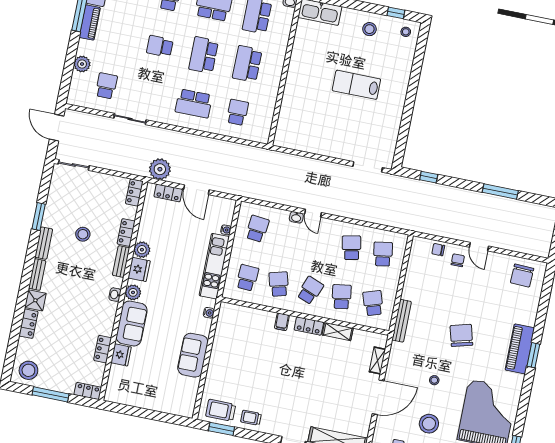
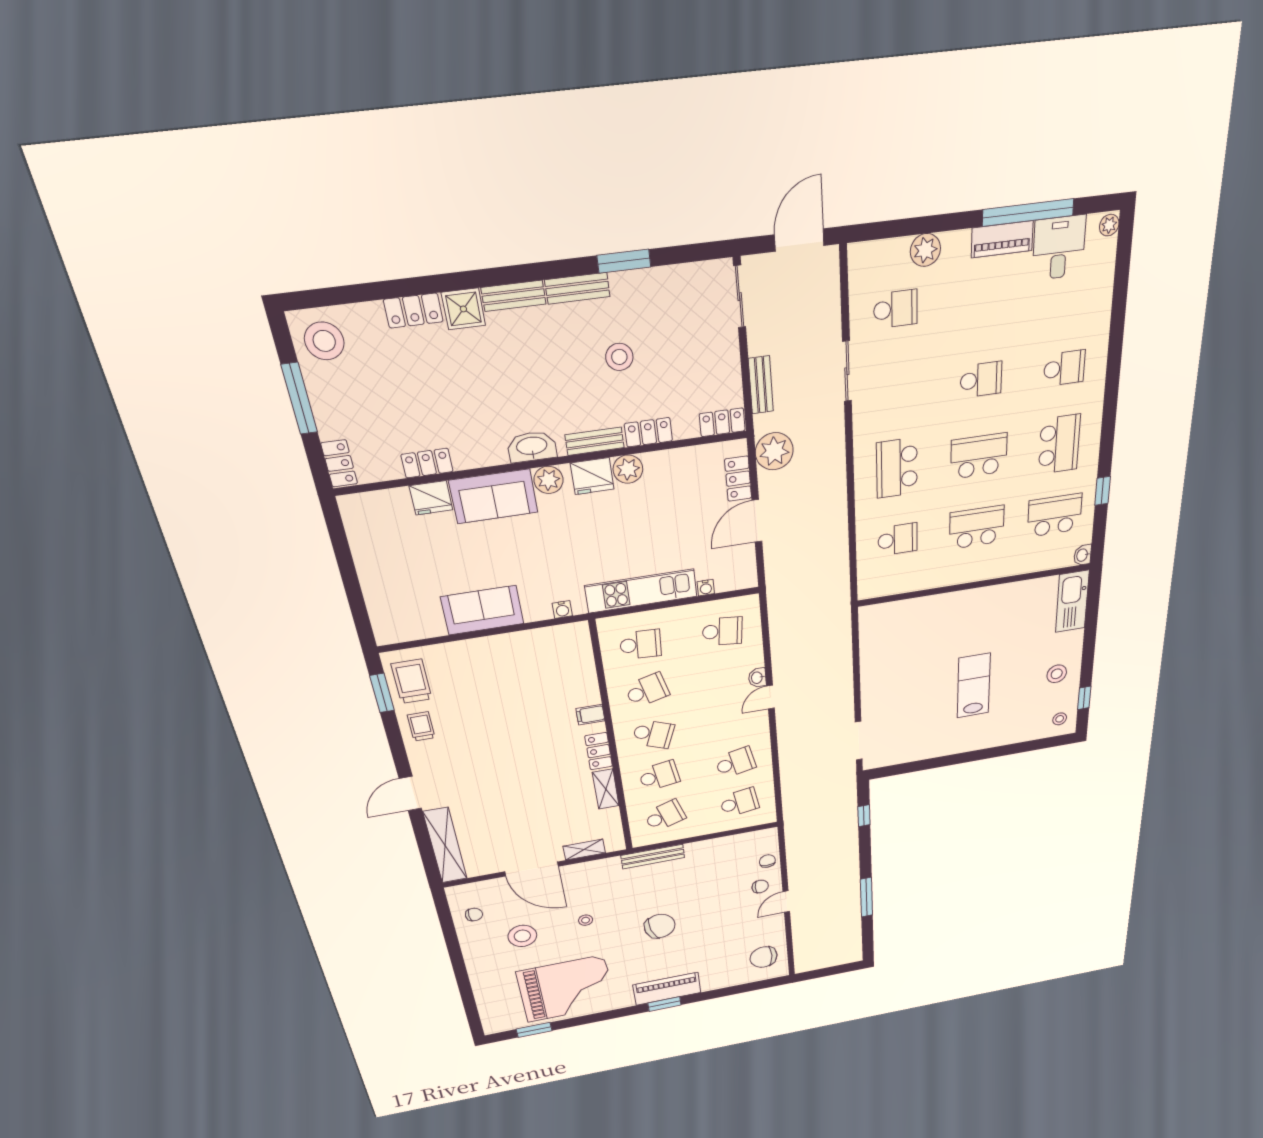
school desk: (160, 46) -> (981, 380), turned 90
bench: (122, 167) -> (761, 385), added
washbasin: (115, 295) -> (532, 447), width x1.91, depth x1.45

